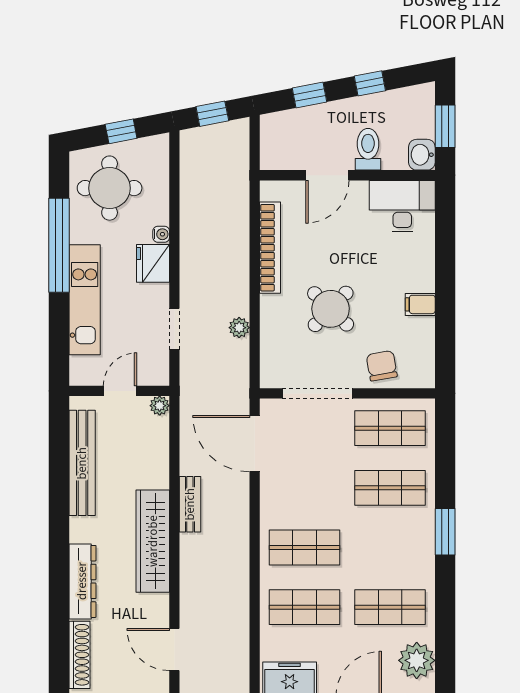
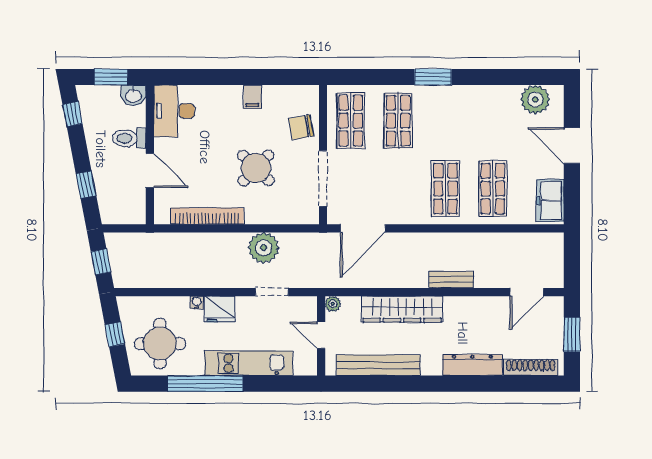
window: (370, 83) -> (72, 114), moved
plant: (239, 328) -> (264, 248), width x1.88, depth x1.88
bench: (190, 504) -> (451, 280), moved
wardrobe: (153, 541) -> (402, 309), moved
shop shelf: (390, 607) -> (493, 121), removed

